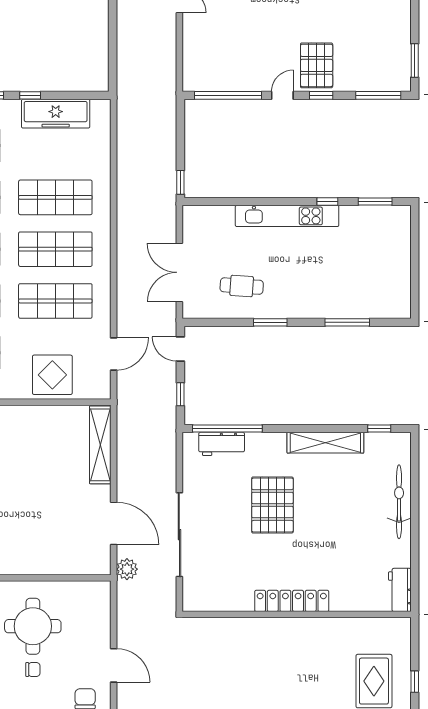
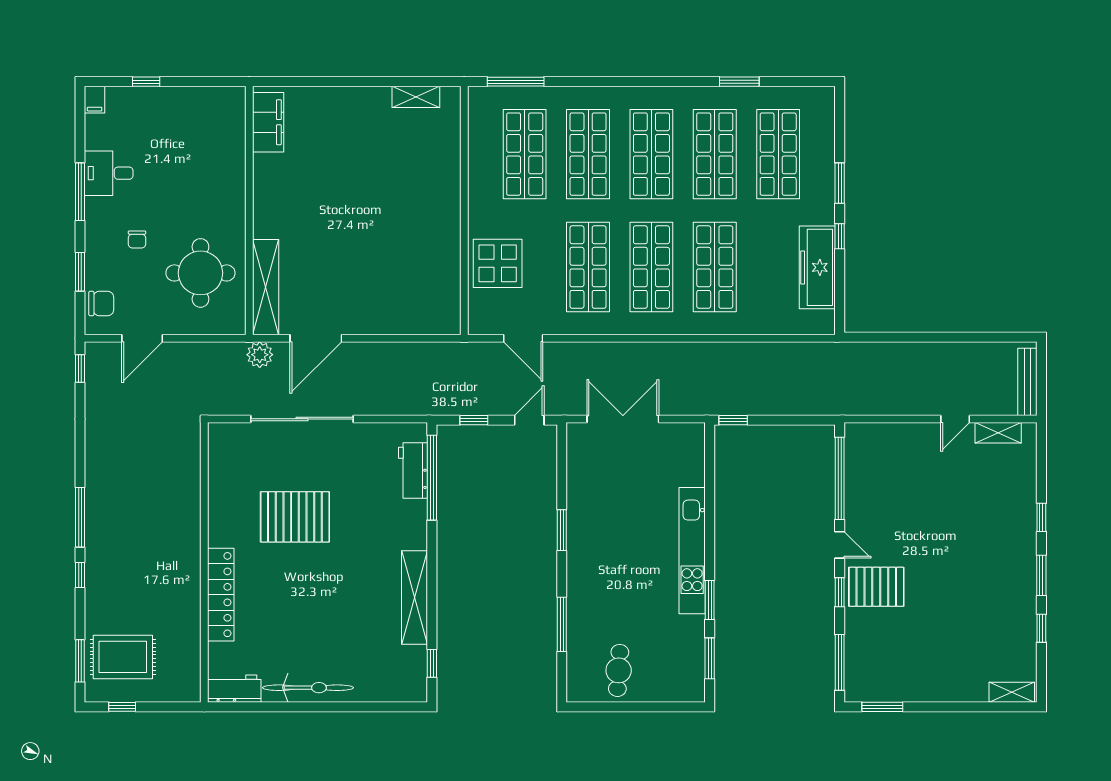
window: (327, 202) -> (710, 600), width x1.50
cafe table: (242, 286) -> (619, 670), moved
shelving: (100, 445) -> (266, 287), moved, turned 90
bicycle: (399, 502) -> (308, 688), moved
pallet: (272, 505) -> (295, 517), moved
locker: (292, 601) -> (221, 595), moved
round table: (33, 626) -> (200, 273), moved

